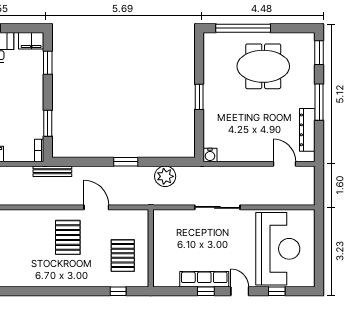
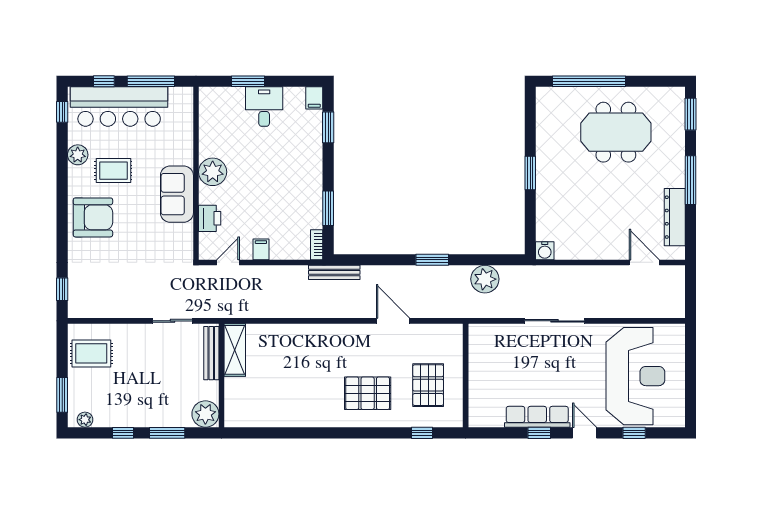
filing cabinet: (31, 41) -> (314, 98), width x0.50
pallet: (68, 237) -> (368, 393), moved, turned 90

